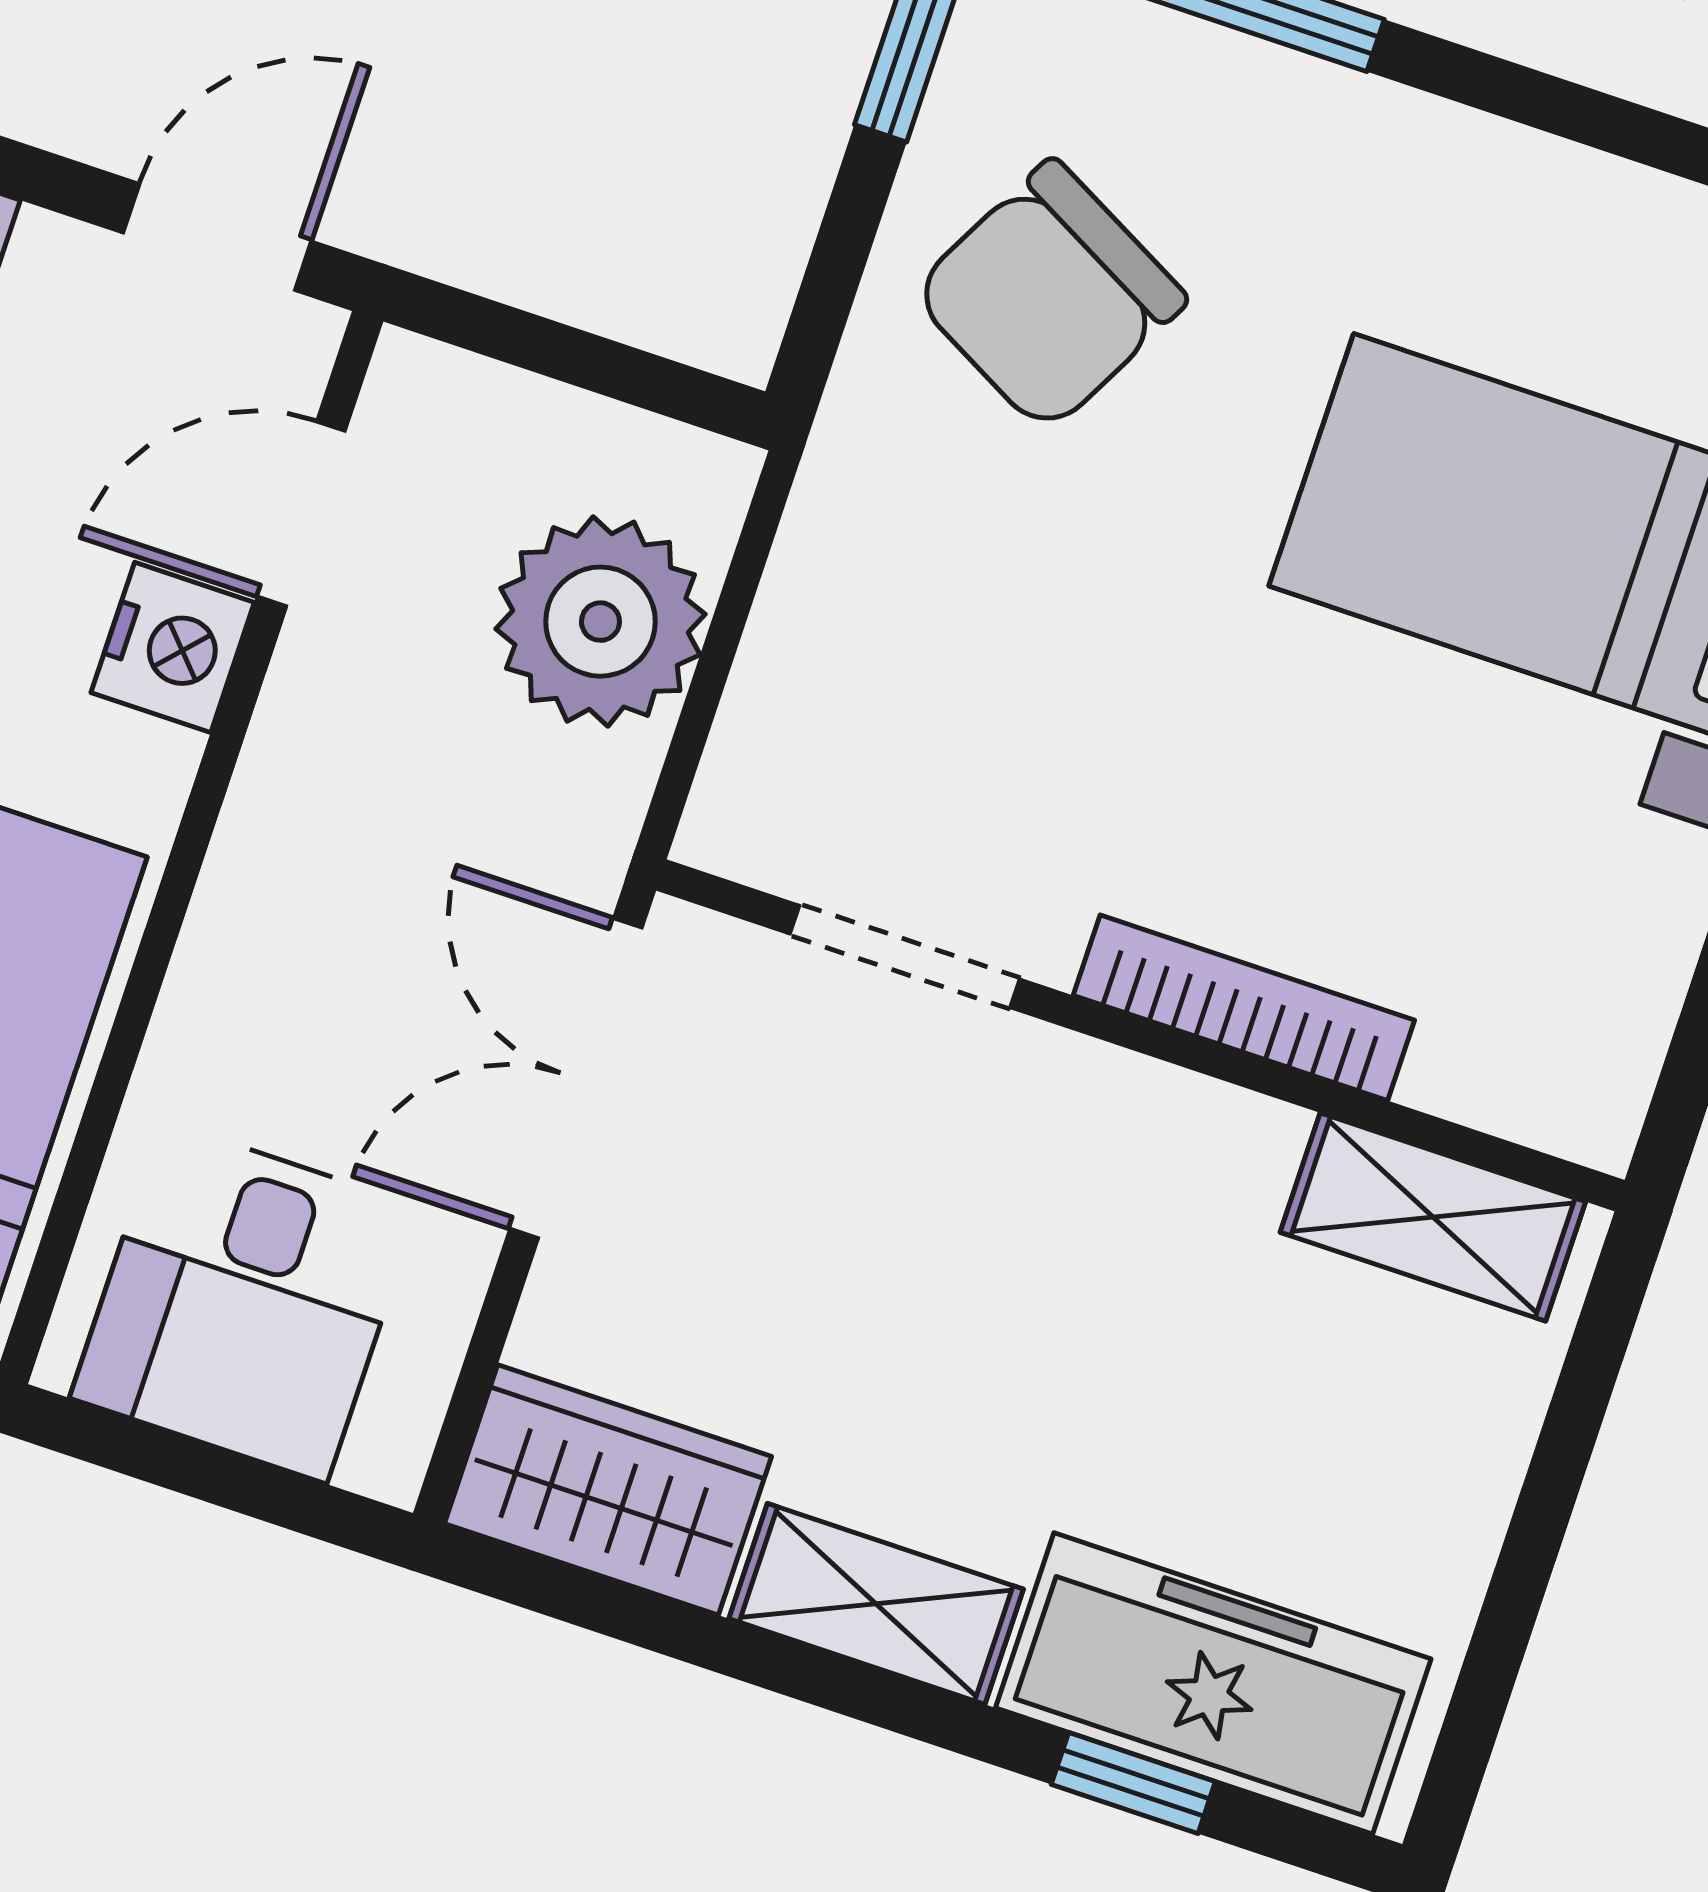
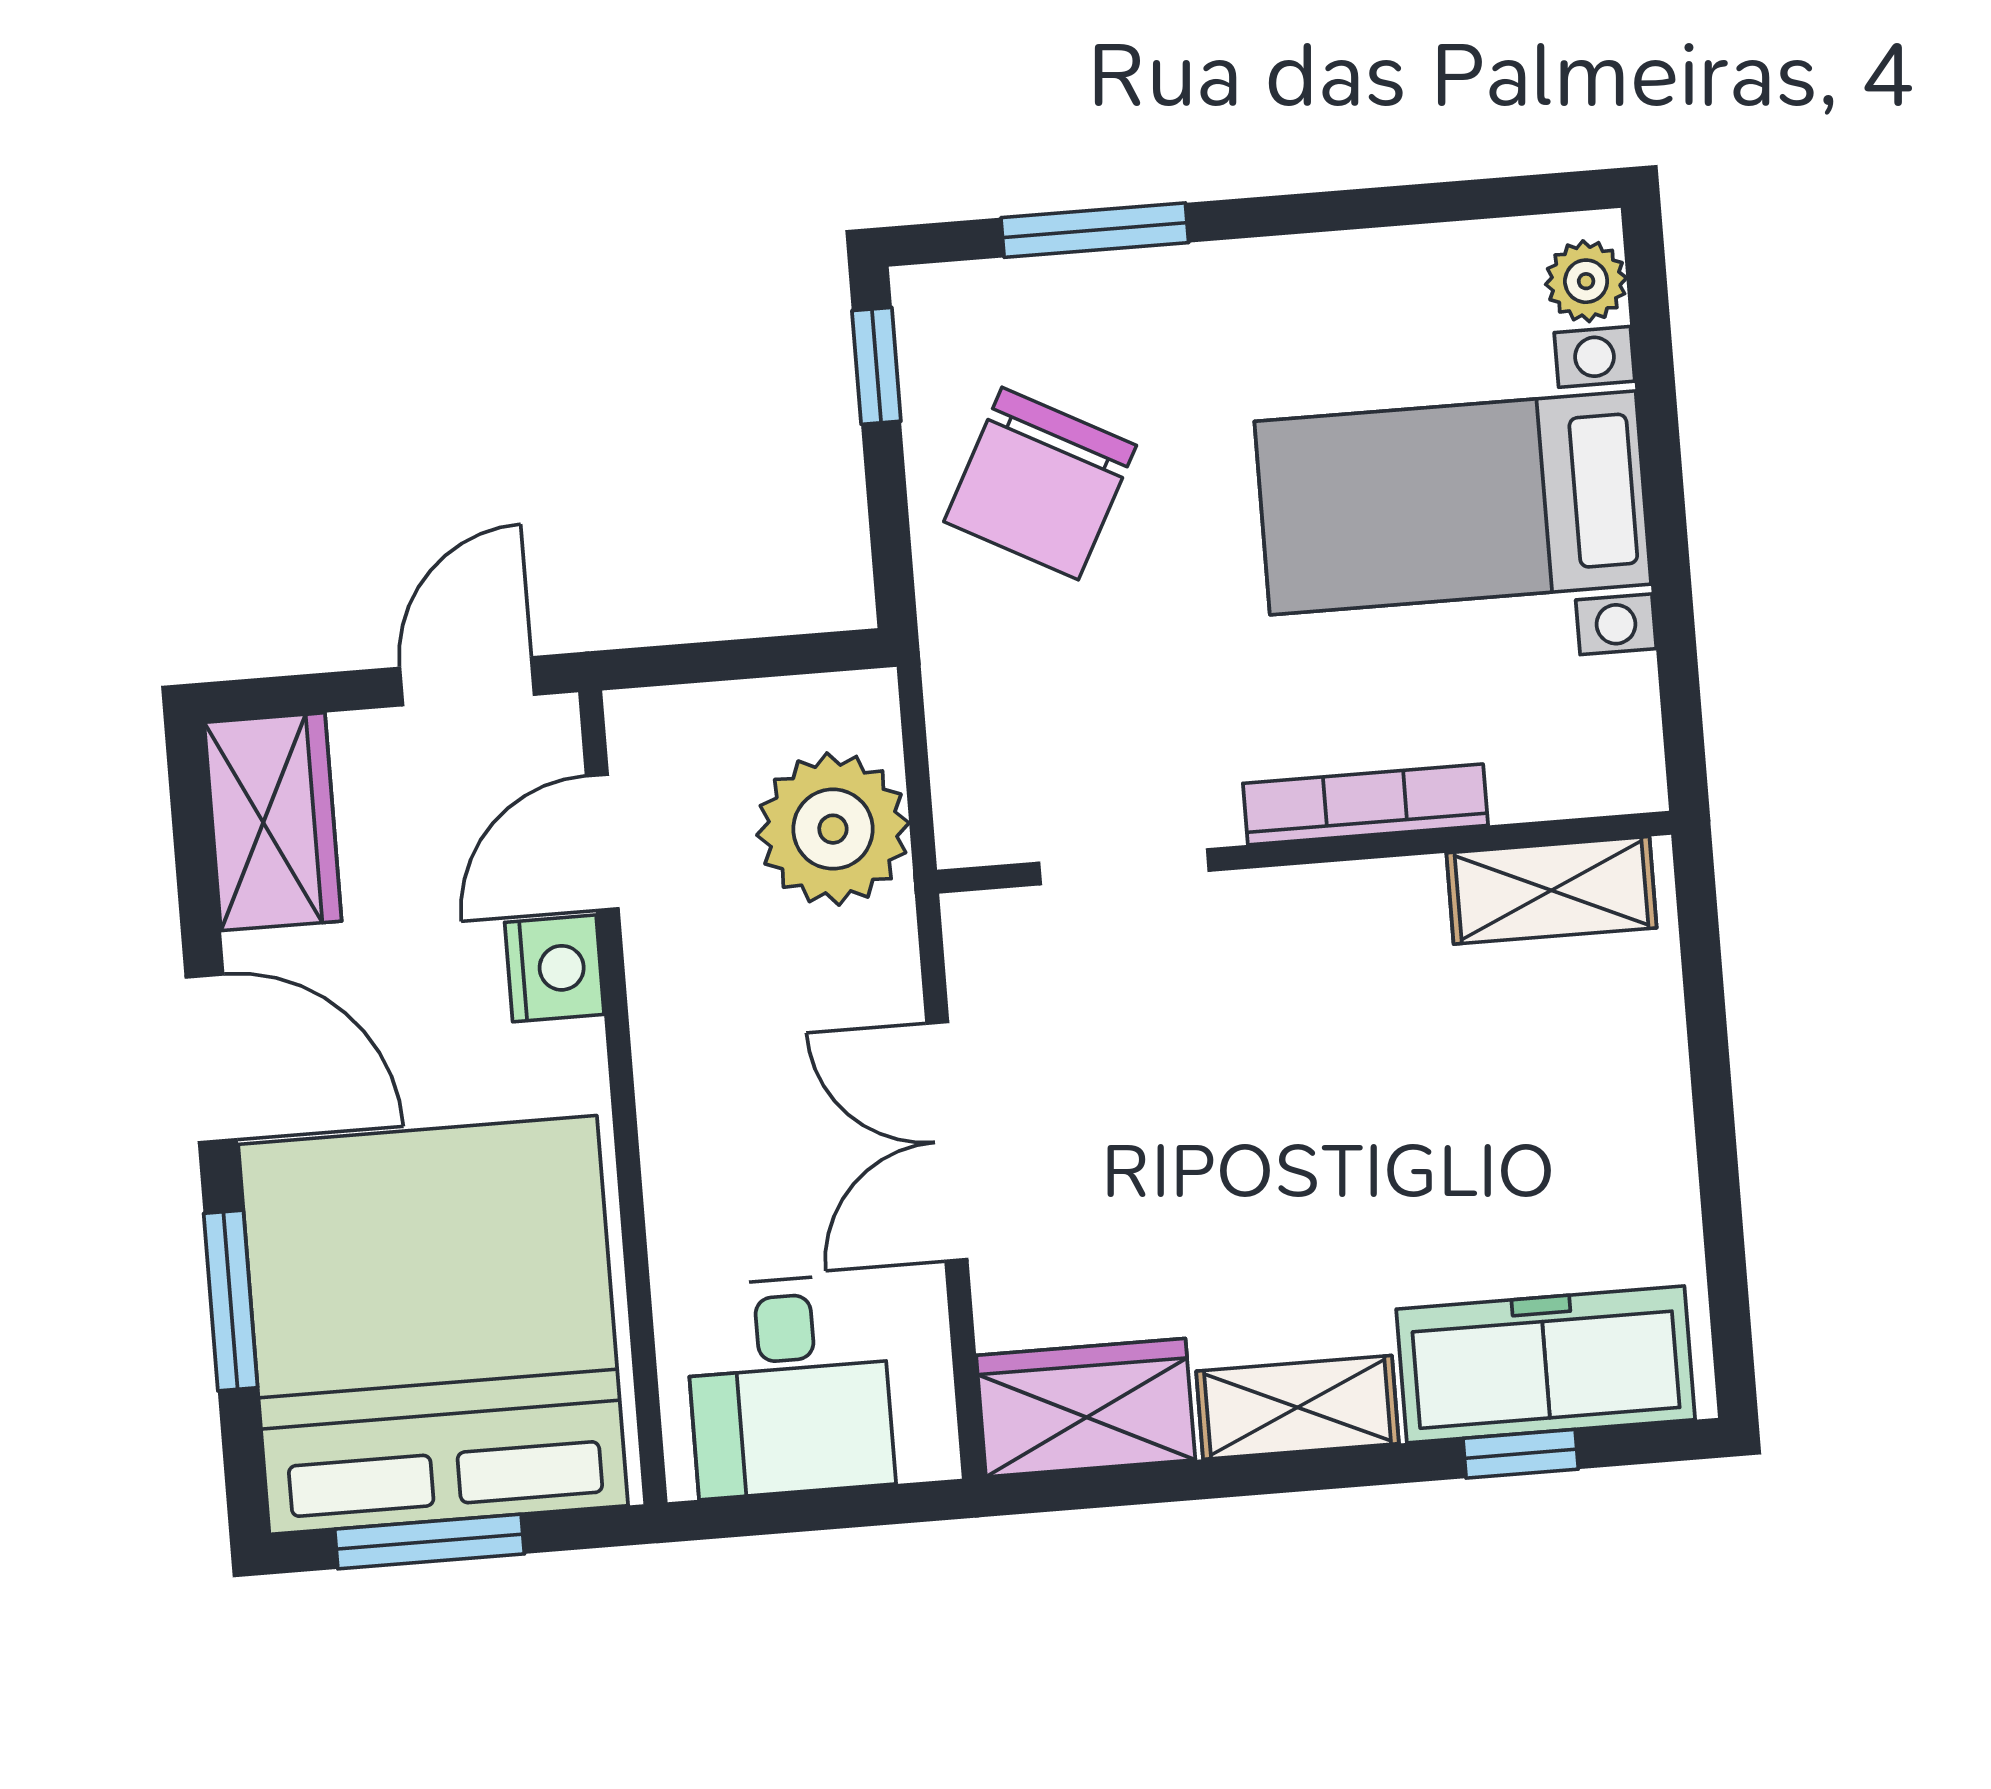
doorway: (905, 956) -> (1124, 867), moved
bookcase: (1244, 1008) -> (1365, 804), moved
wall: (1141, 1035) -> (1304, 852), moved
shelving: (1433, 1217) -> (1551, 890), moved

